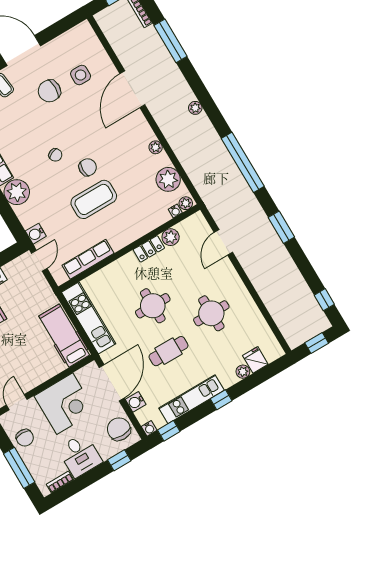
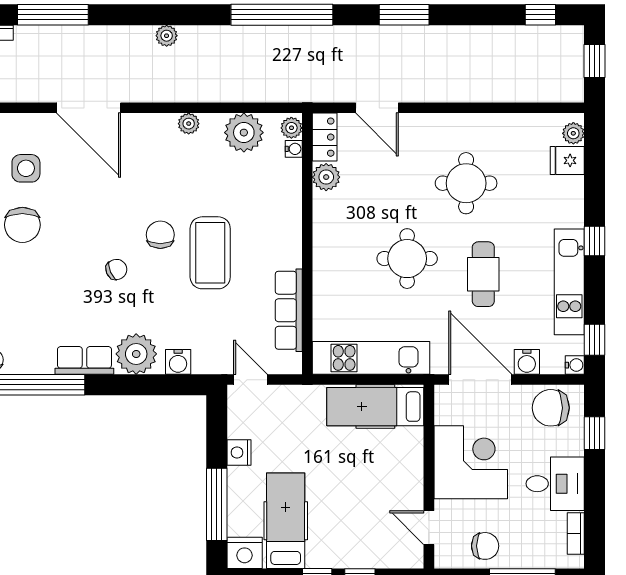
water cooler: (36, 234) -> (178, 362), moved
locker: (149, 249) -> (325, 137), moved
plant: (243, 372) -> (573, 133), moved

